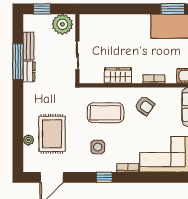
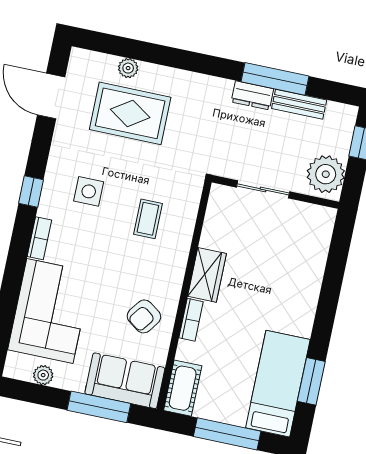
wardrobe: (118, 76) -> (207, 275), moved
armchair: (145, 106) -> (144, 316), moved
coffee table: (106, 113) -> (148, 219), width x0.54, depth x0.58

